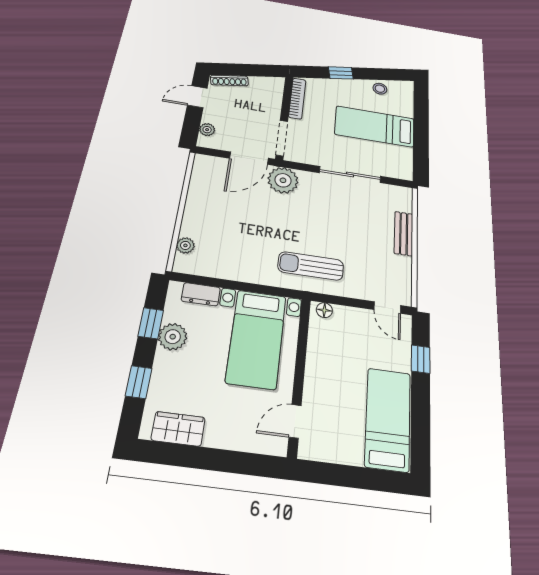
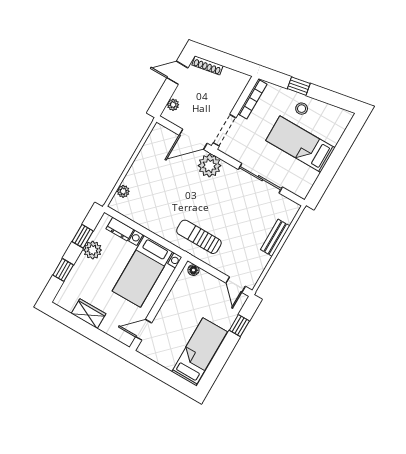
stool: (380, 89) -> (302, 109), moved
wardrobe: (178, 429) -> (89, 314), moved

